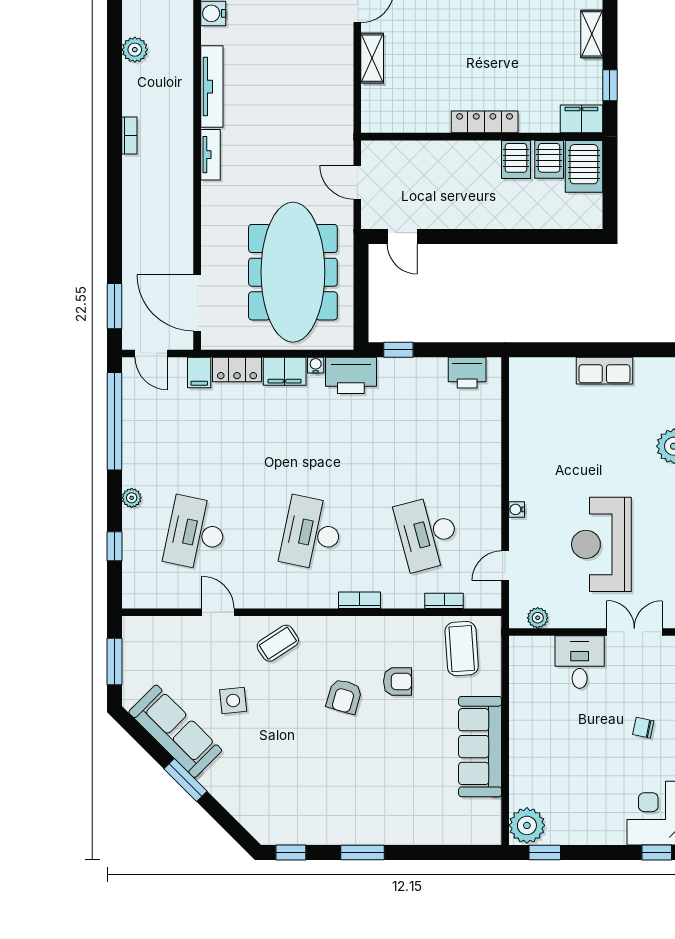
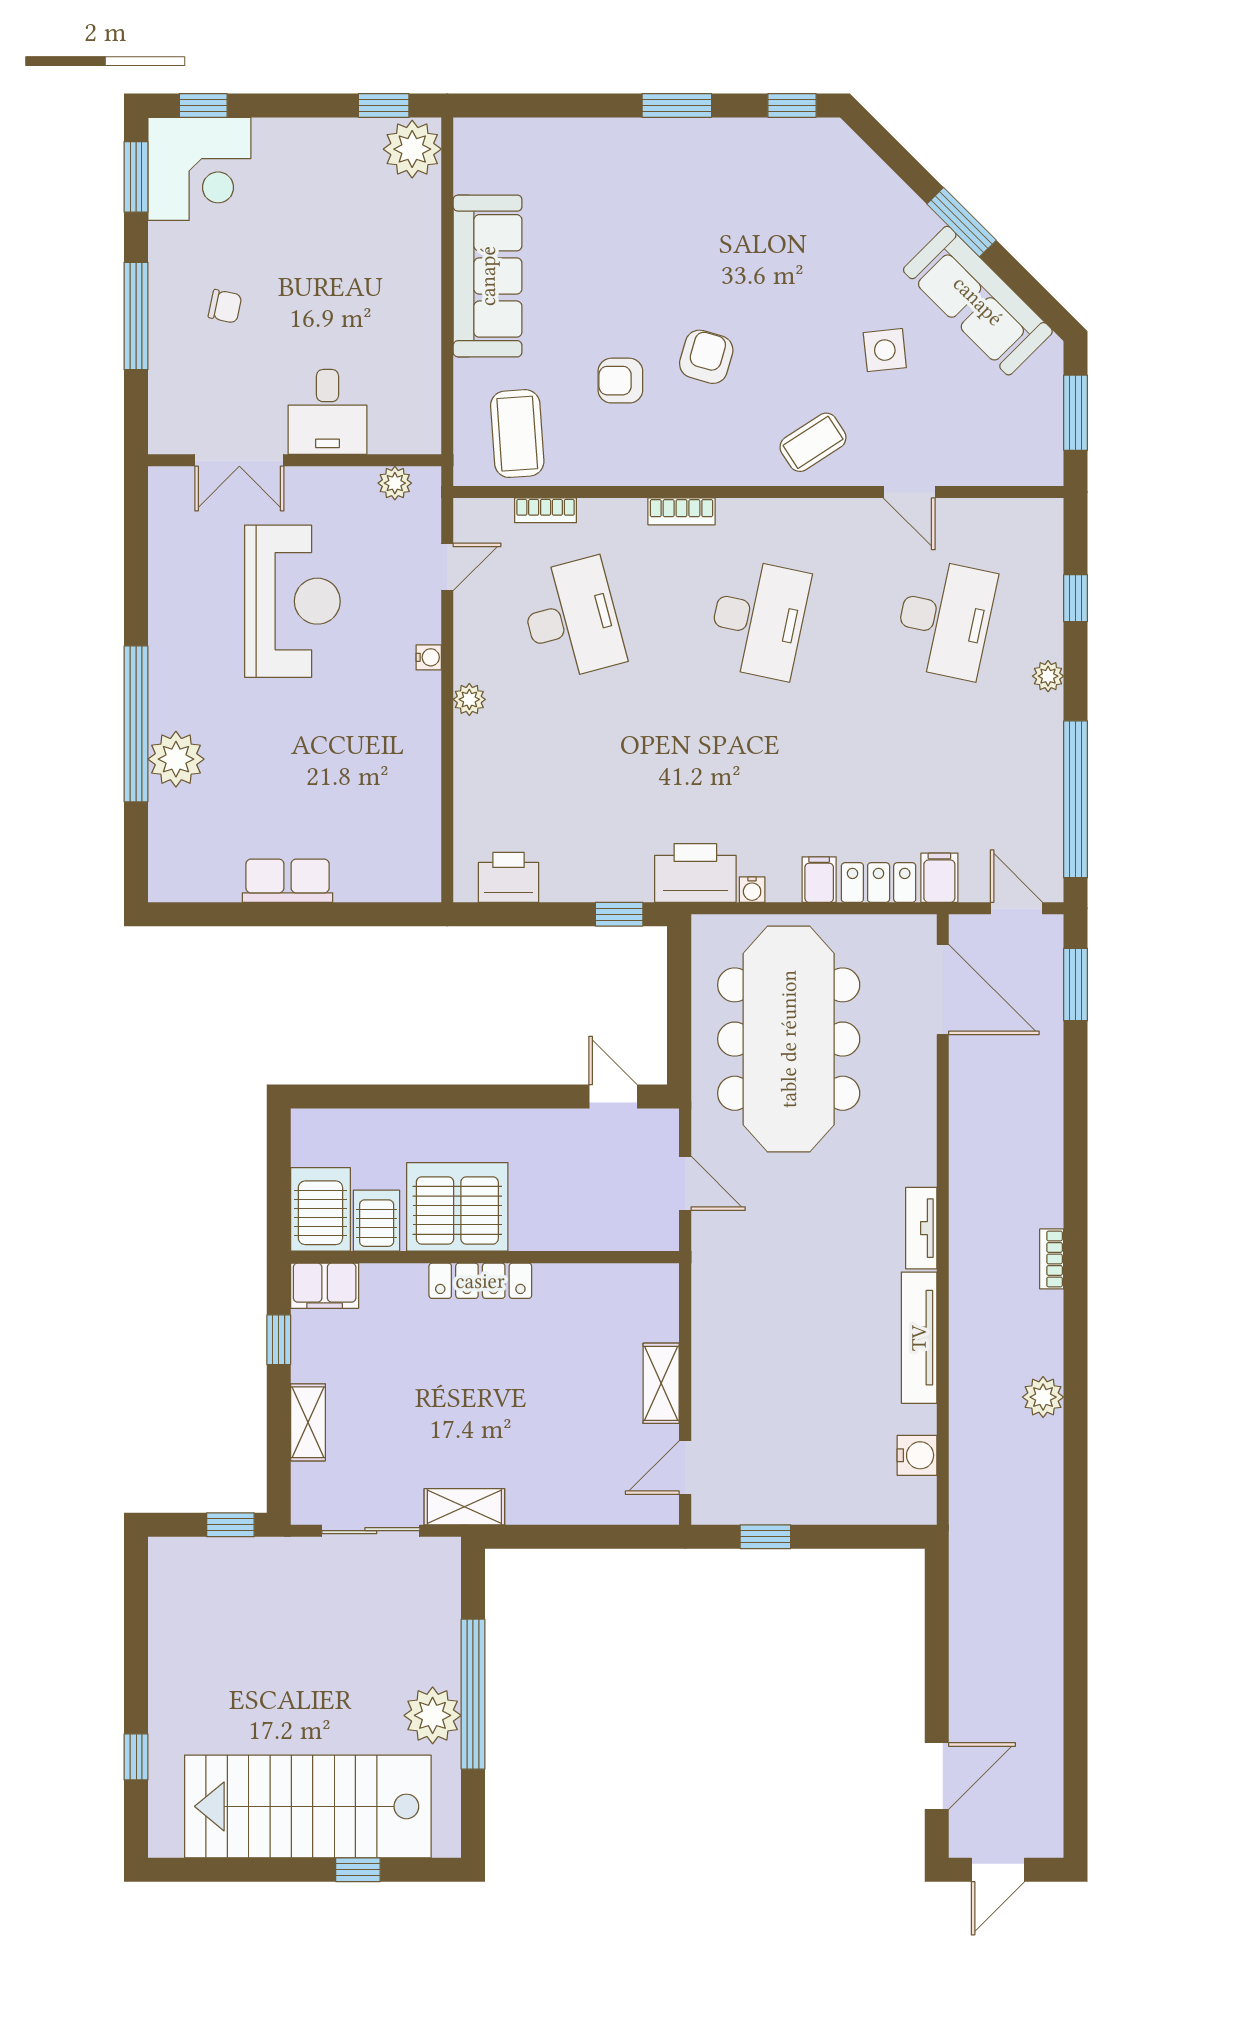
server rack: (516, 159) -> (457, 1207), width x2.18, depth x1.44
filing cabinet: (285, 371) -> (819, 880), width x0.50
plant: (491, 483) -> (469, 699), added

